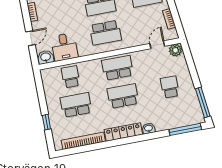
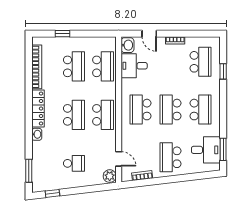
school desk: (71, 77) -> (103, 66), width x1.85
window: (203, 102) -> (52, 193), width x0.46
window: (185, 129) -> (29, 171), width x0.69

